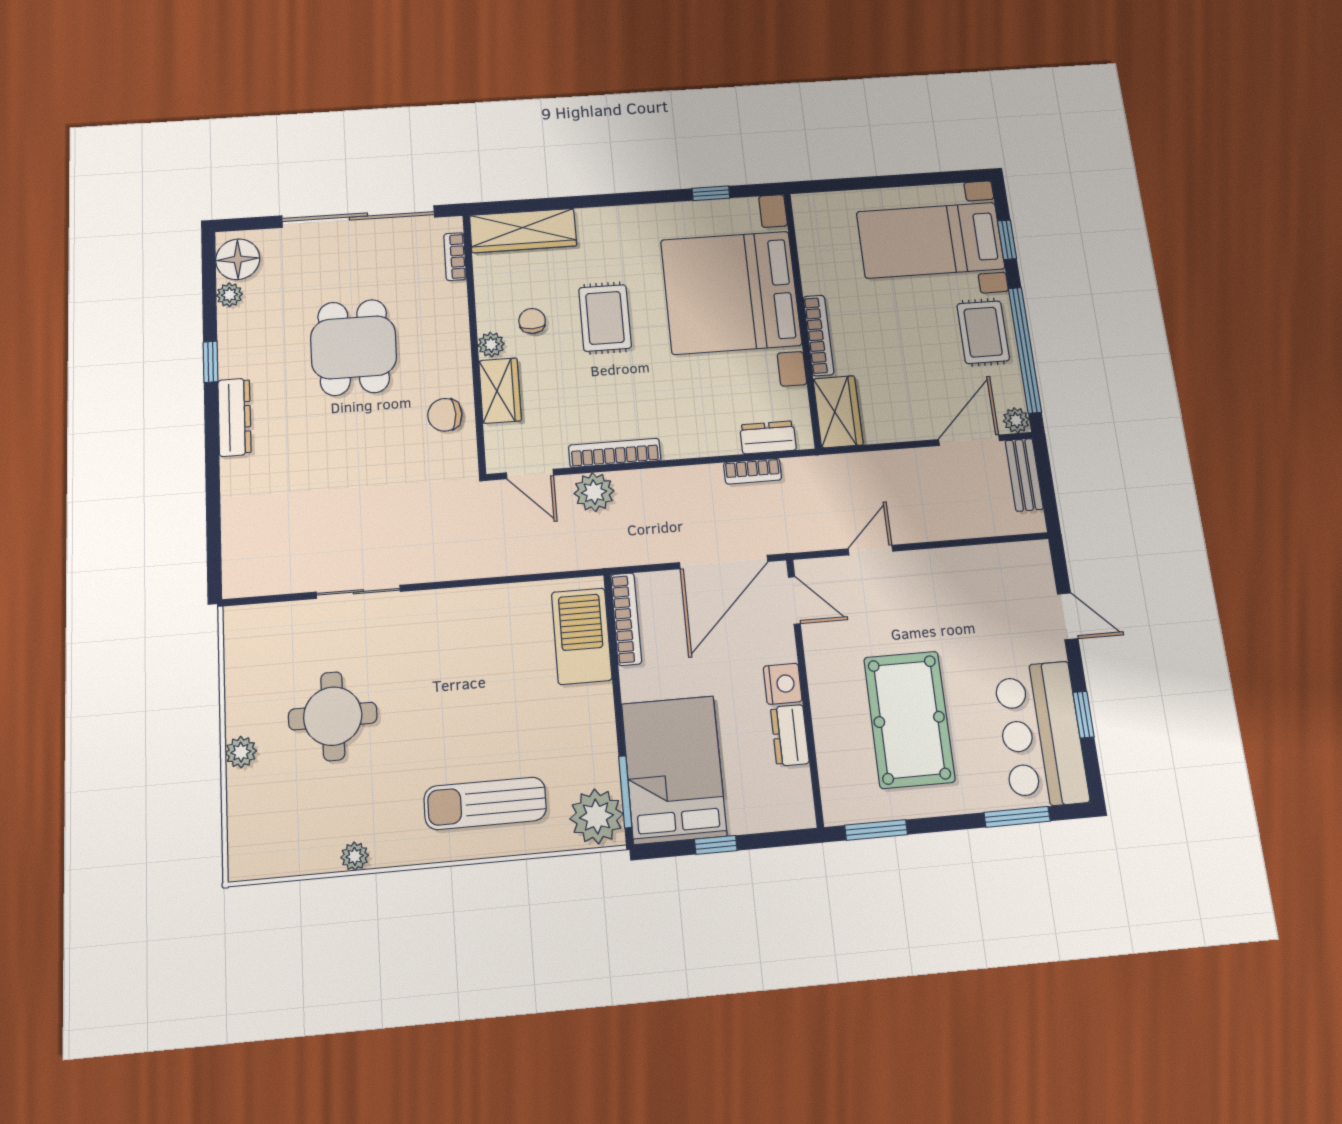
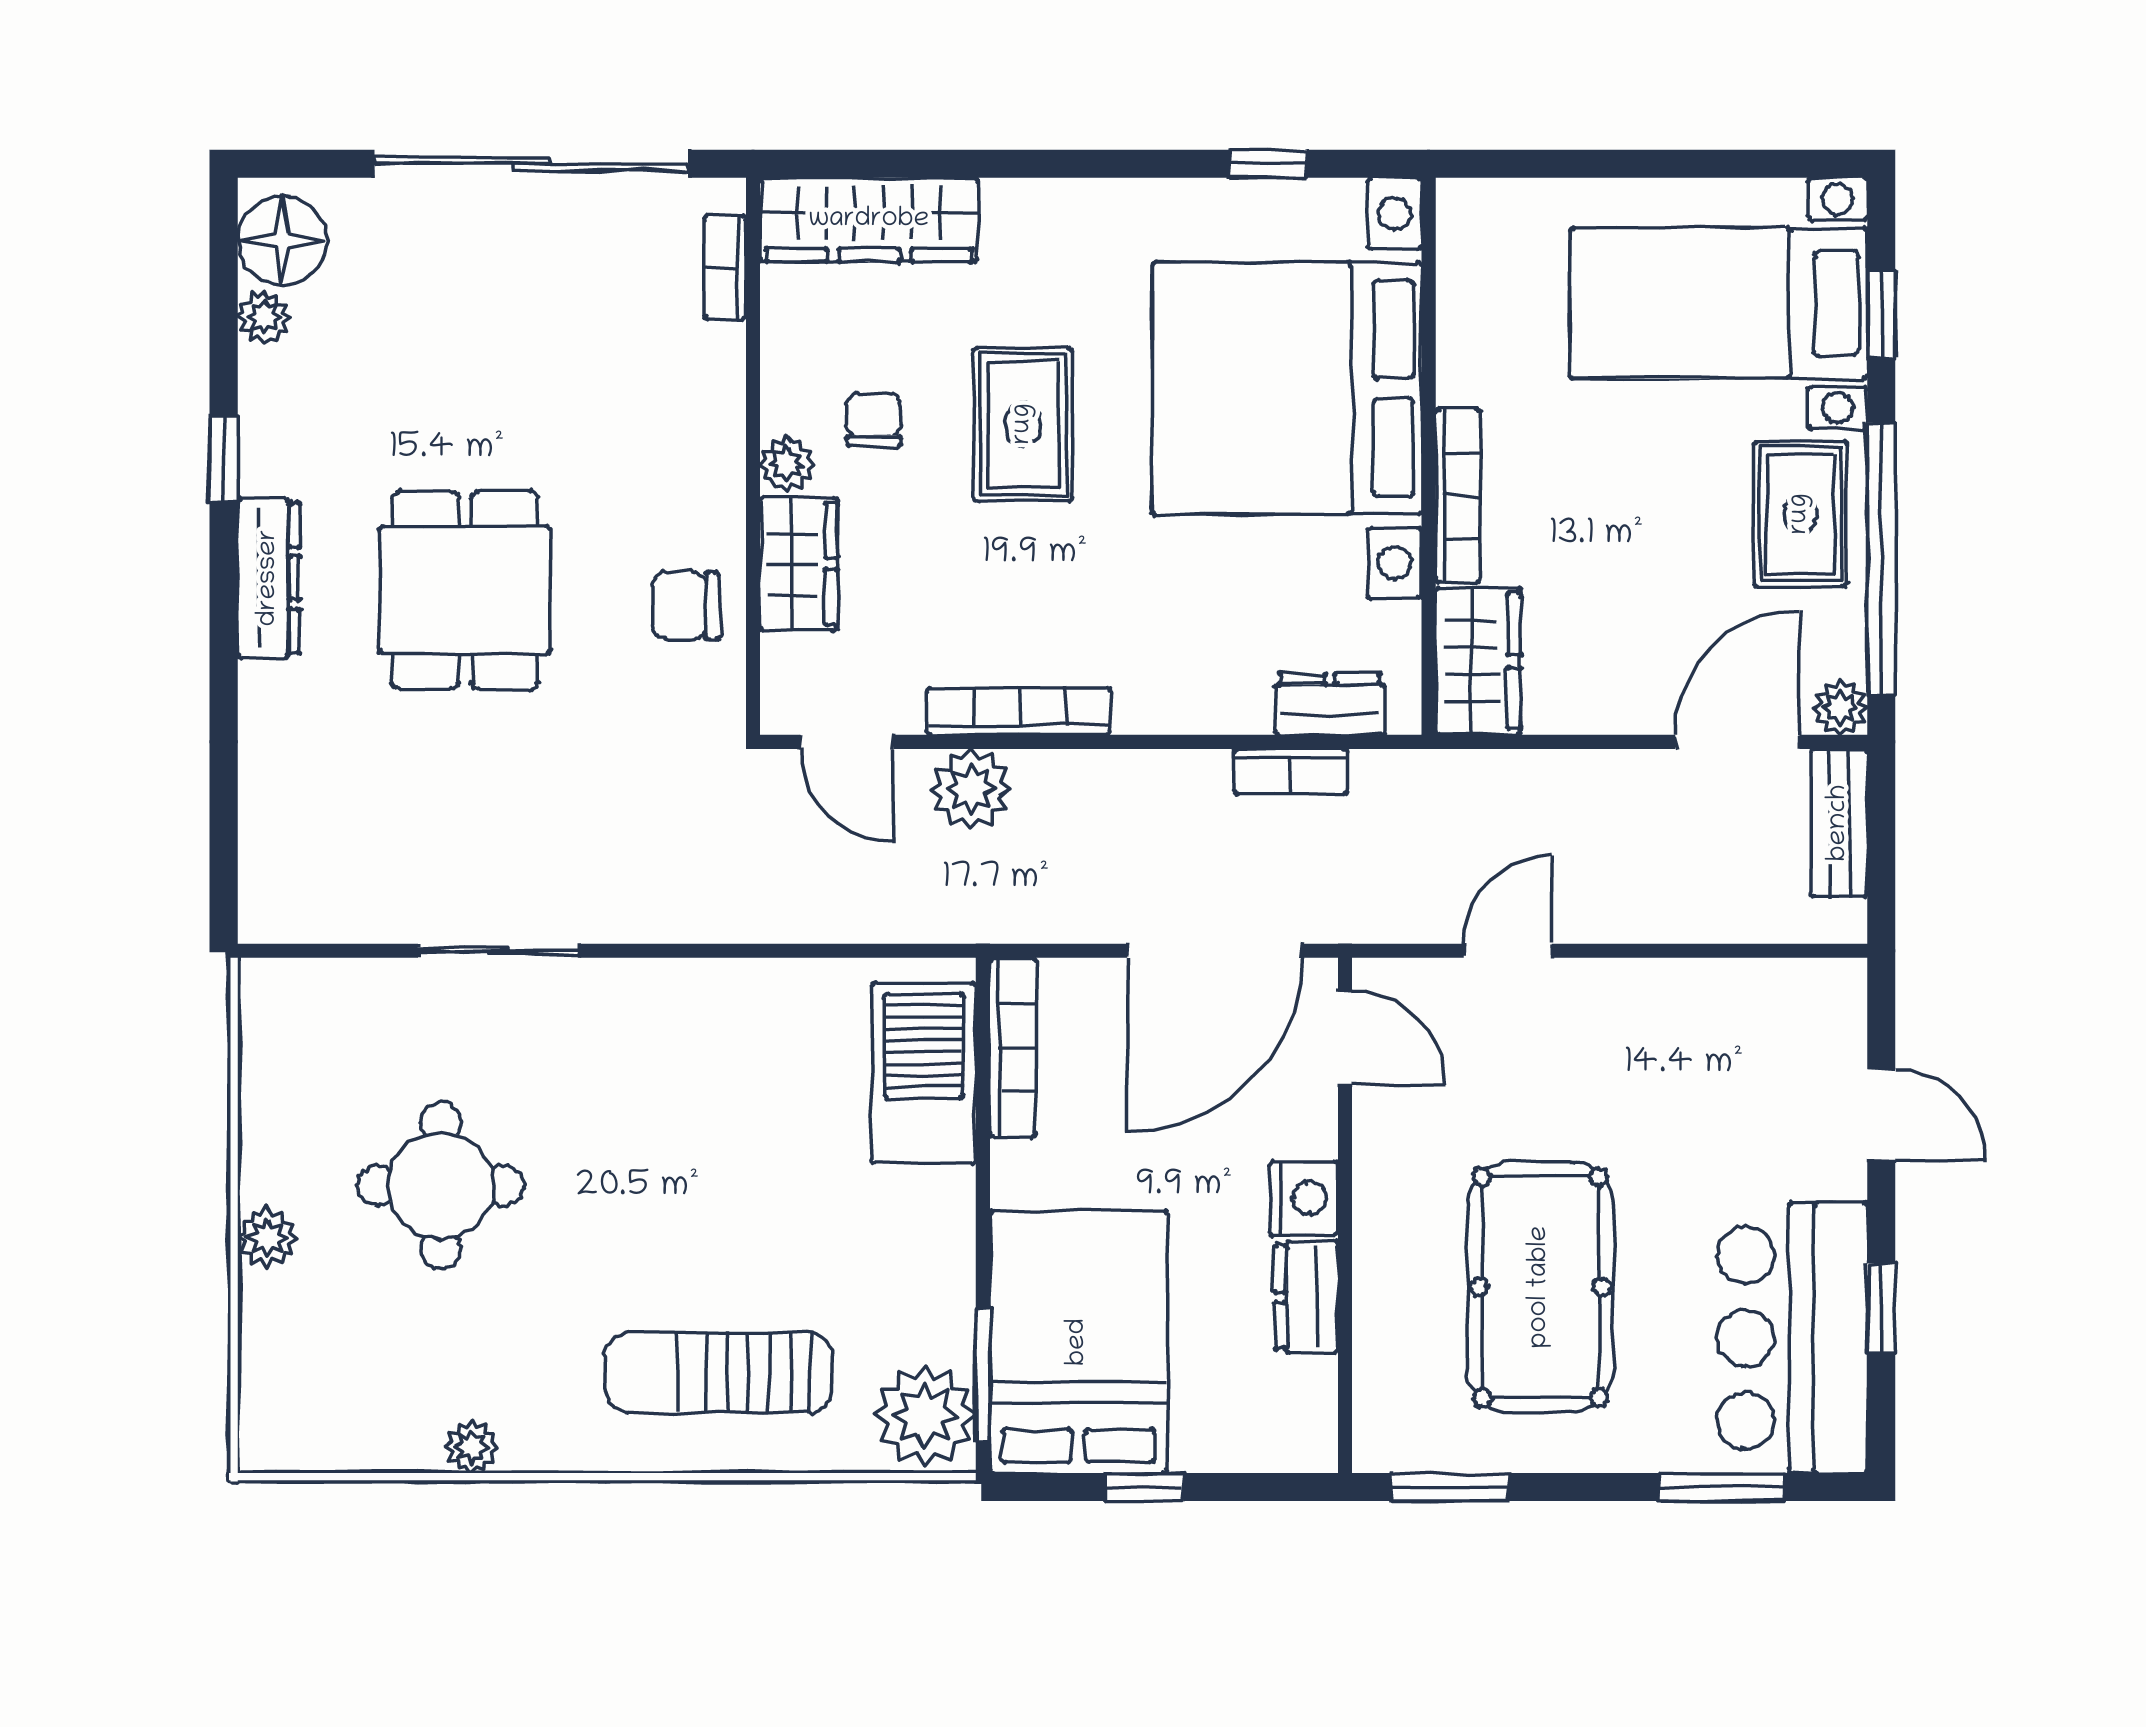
dining table: (354, 347) -> (465, 590), moved

